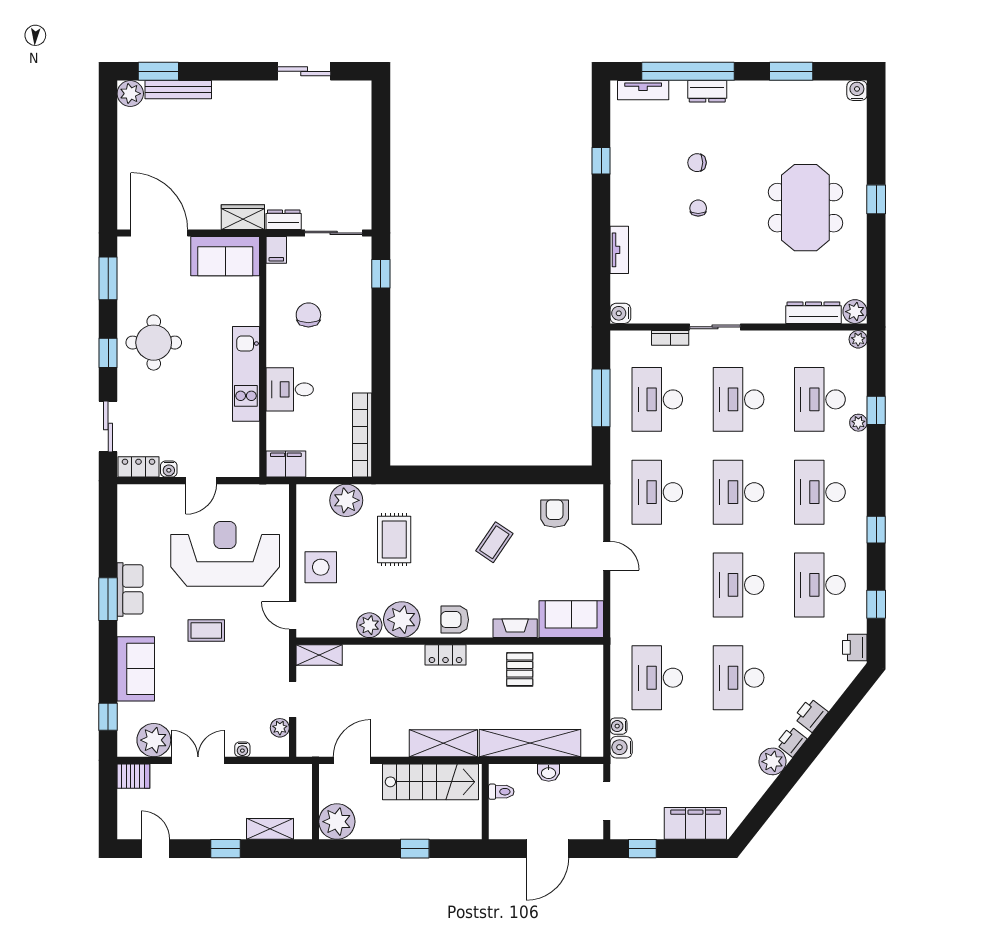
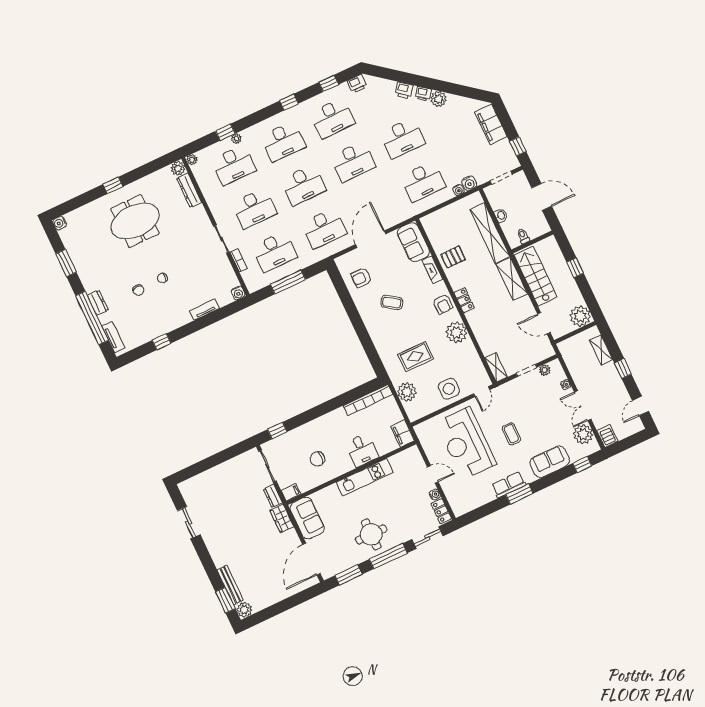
window: (108, 353) -> (388, 556), width x2.17
door: (607, 556) -> (371, 239), width x1.87
plant: (369, 625) -> (467, 348), removed

